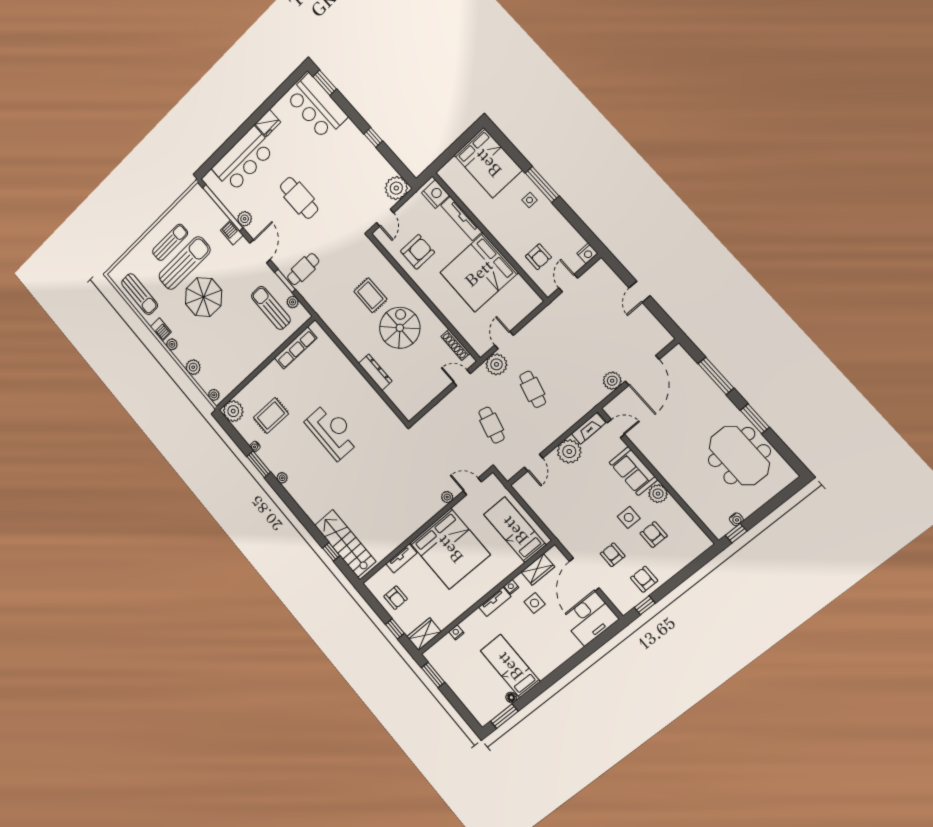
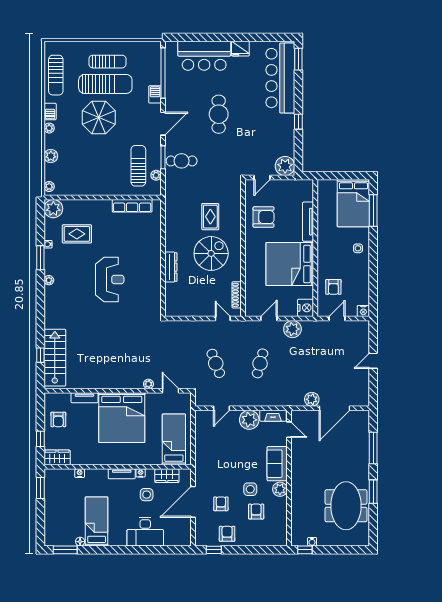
bar counter: (317, 107) -> (280, 78), width x1.36
window: (542, 184) -> (373, 210), moved
nightstand: (435, 194) -> (306, 308), moved
plant: (245, 219) -> (171, 94), removed
plant: (496, 364) -> (292, 329), moved
cafe table: (492, 425) -> (216, 363), turned -36
desk: (590, 619) -> (145, 532), moved

